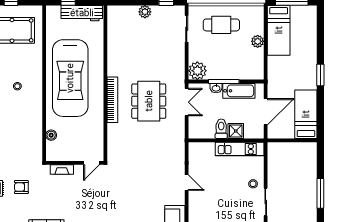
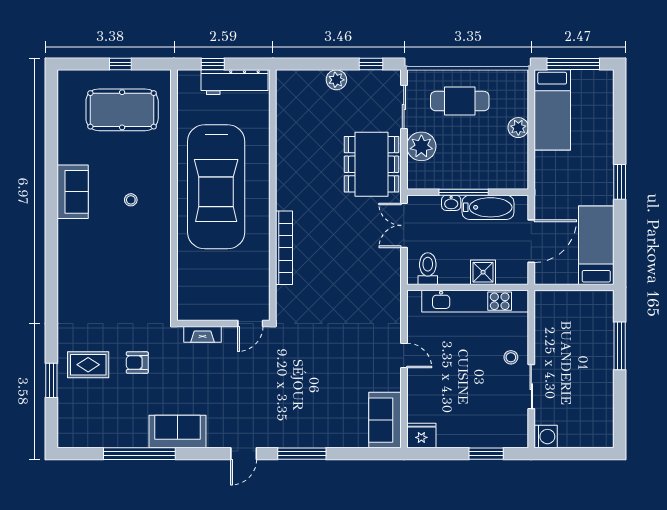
plant: (197, 71) -> (421, 146), moved
bookcase: (112, 100) -> (284, 248), moved
dining table: (149, 101) -> (372, 164), moved
double door: (187, 102) -> (404, 225), swing flipped
toilet: (221, 129) -> (428, 269), moved
boiler: (51, 135) -> (185, 279), removed
kitchen unit: (240, 149) -> (475, 301), width x1.36
window: (320, 193) -> (620, 346), moved

